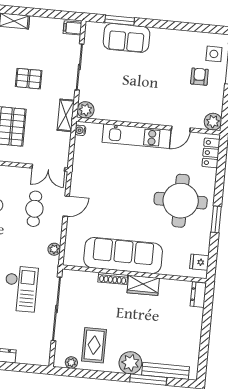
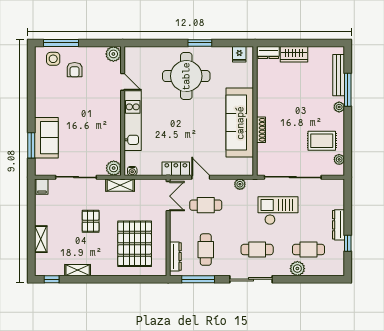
armchair: (199, 77) -> (75, 70), turned -90
locker: (211, 153) -> (176, 169), moved, turned 180
wardrobe: (143, 285) -> (294, 54), moved, turned 90
plant: (130, 363) -> (339, 107), width x0.53, depth x0.53

